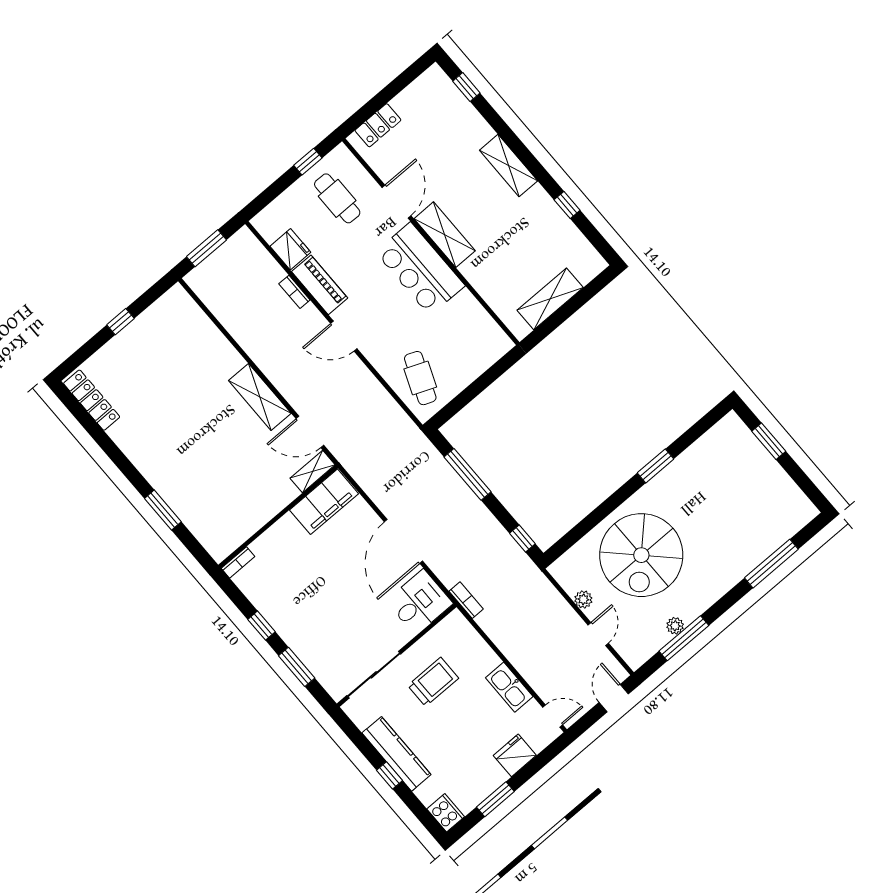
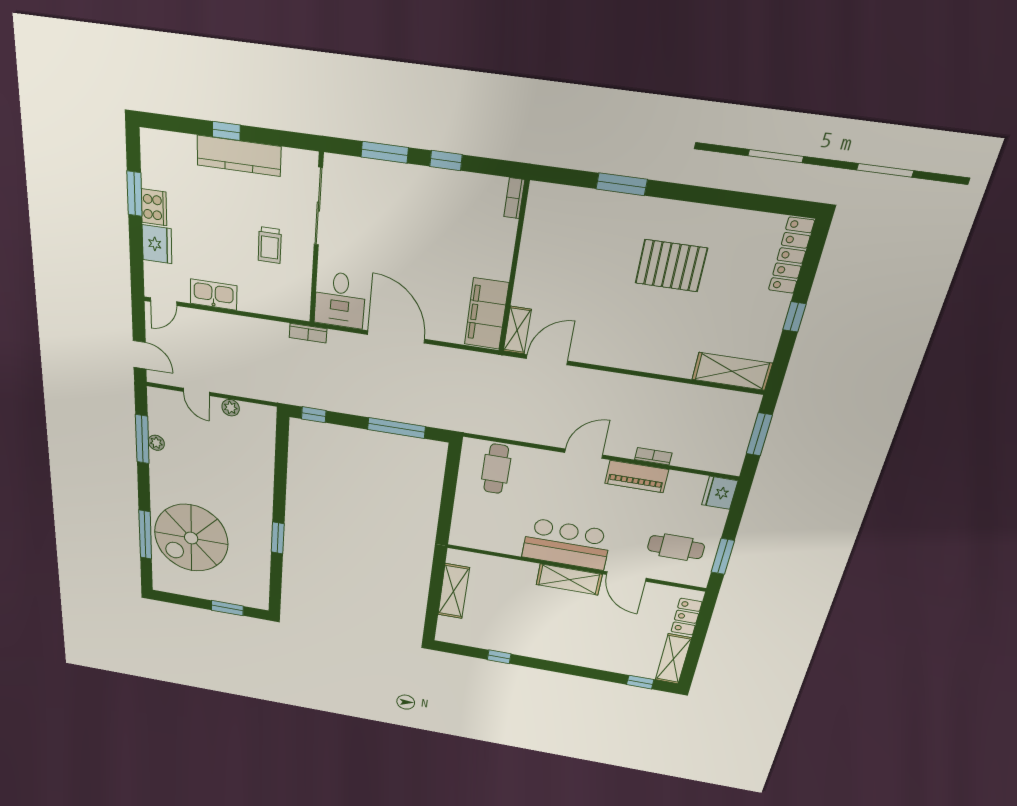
window: (308, 162) -> (723, 556), width x1.50
shelving: (509, 165) -> (673, 659), moved, turned 90
fridge: (290, 249) -> (720, 493), moved, turned 90
cafe table: (420, 378) -> (496, 469), turned 68
shelving: (260, 397) -> (732, 371), moved
locker: (92, 400) -> (791, 256), moved, turned 90
pallet: (173, 427) -> (671, 266), added
spiral stairs: (641, 555) -> (191, 538), moved, turned -90
trolley: (433, 682) -> (270, 245), width x0.73, depth x0.72
cooker: (446, 813) -> (154, 207), moved, turned -90

